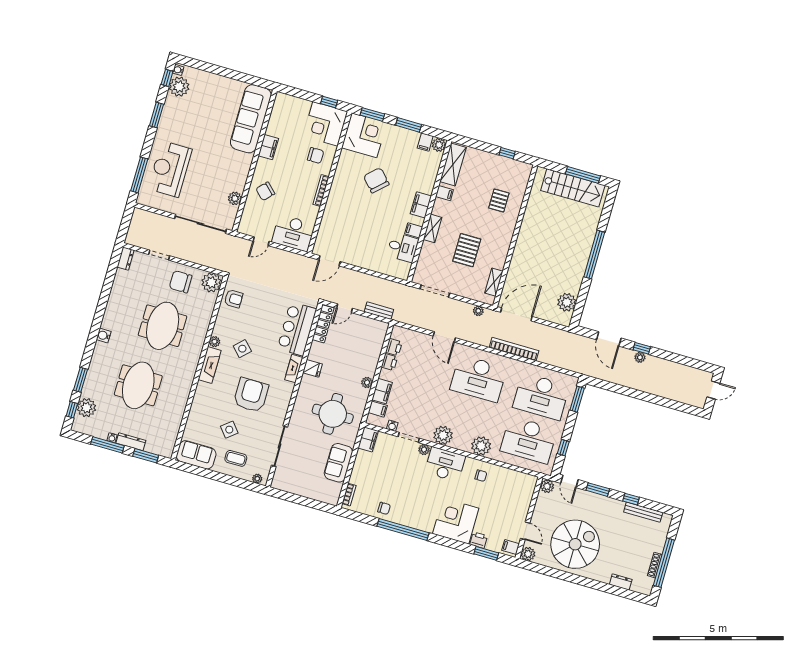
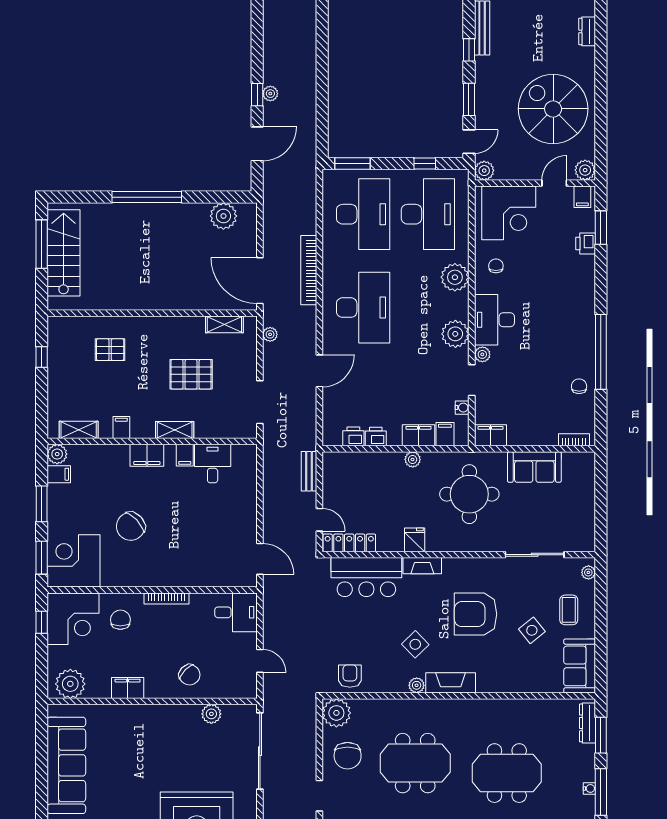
plant: (282, 109) -> (70, 684), added
sofa: (251, 119) -> (66, 765), moved, turned -90
shelving: (453, 165) -> (79, 430), width x0.67, depth x0.75
desk: (293, 233) -> (236, 612), width x0.73
dresser: (131, 442) -> (587, 723), moved
corner desk: (456, 521) -> (509, 213), moved, turned -90

